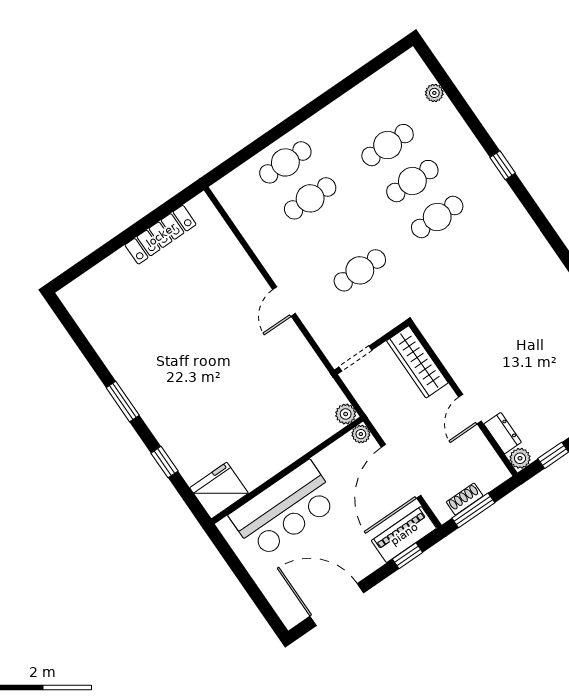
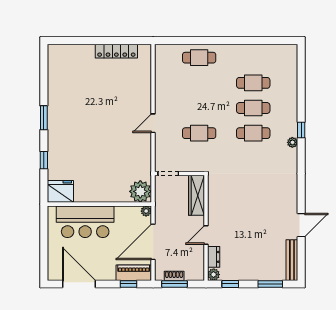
plant: (434, 93) -> (292, 142), moved
cafe table: (310, 198) -> (199, 83), removed
plant: (346, 414) -> (140, 191), width x1.88, depth x1.88

